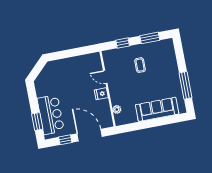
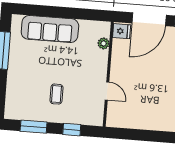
fridge: (101, 94) -> (122, 31), moved
door: (90, 135) -> (149, 19), hinge flipped

